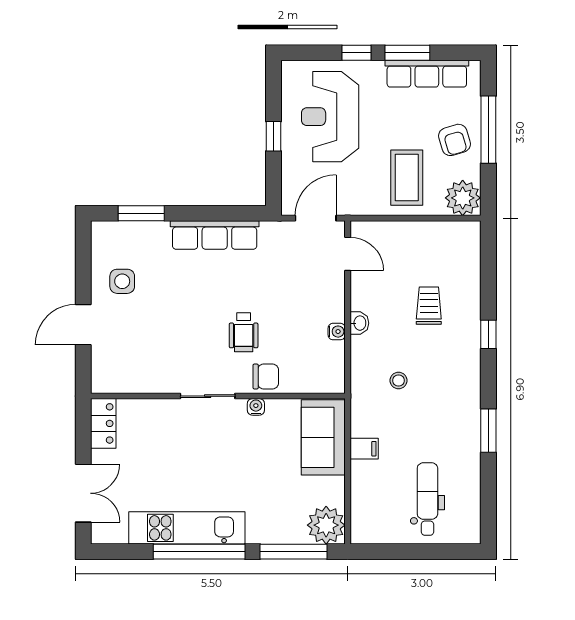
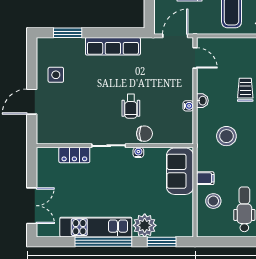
stool: (399, 380) -> (226, 136), width x1.89, depth x1.89
locker: (103, 423) -> (74, 155), moved, turned 90
stool: (377, 486) -> (213, 201), added
plant: (326, 525) -> (145, 225), moved
window: (293, 552) -> (162, 242), width x0.69

